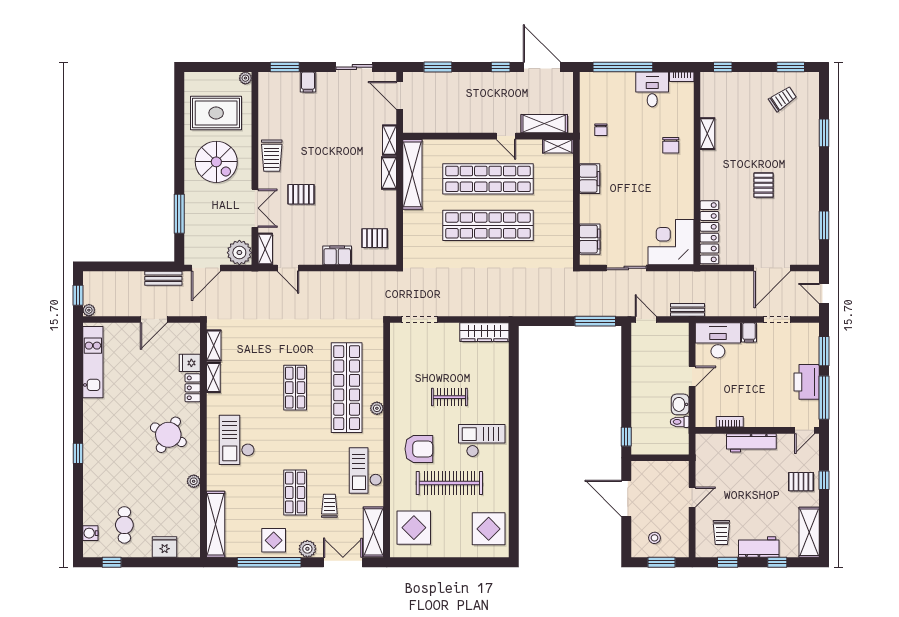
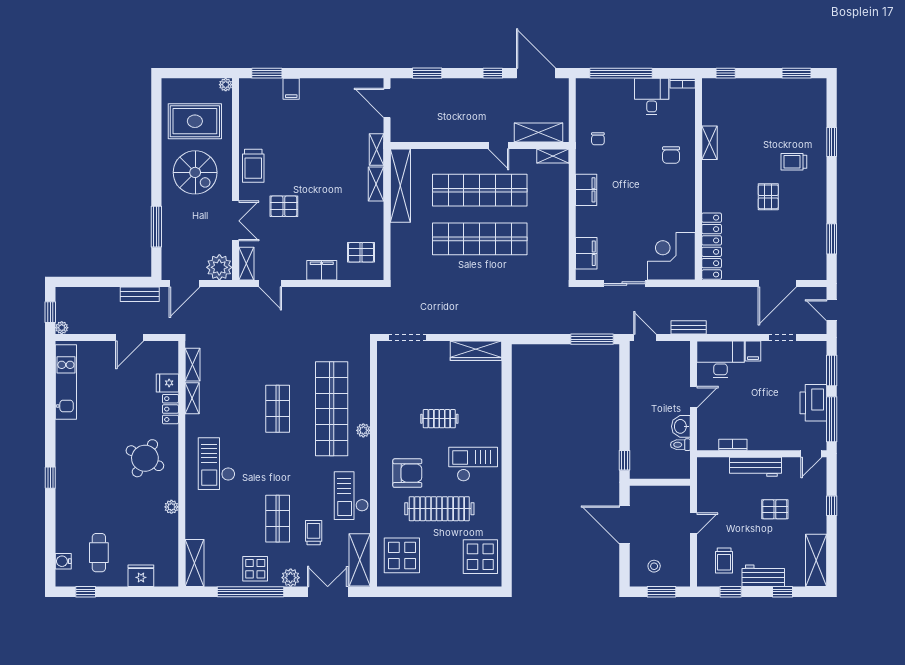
sliding door: (354, 67) -> (340, 73), removed
trolley: (783, 99) -> (794, 162), moved, turned -146
pallet: (801, 482) -> (775, 509), moved
shelving: (216, 524) -> (194, 563), width x0.68

